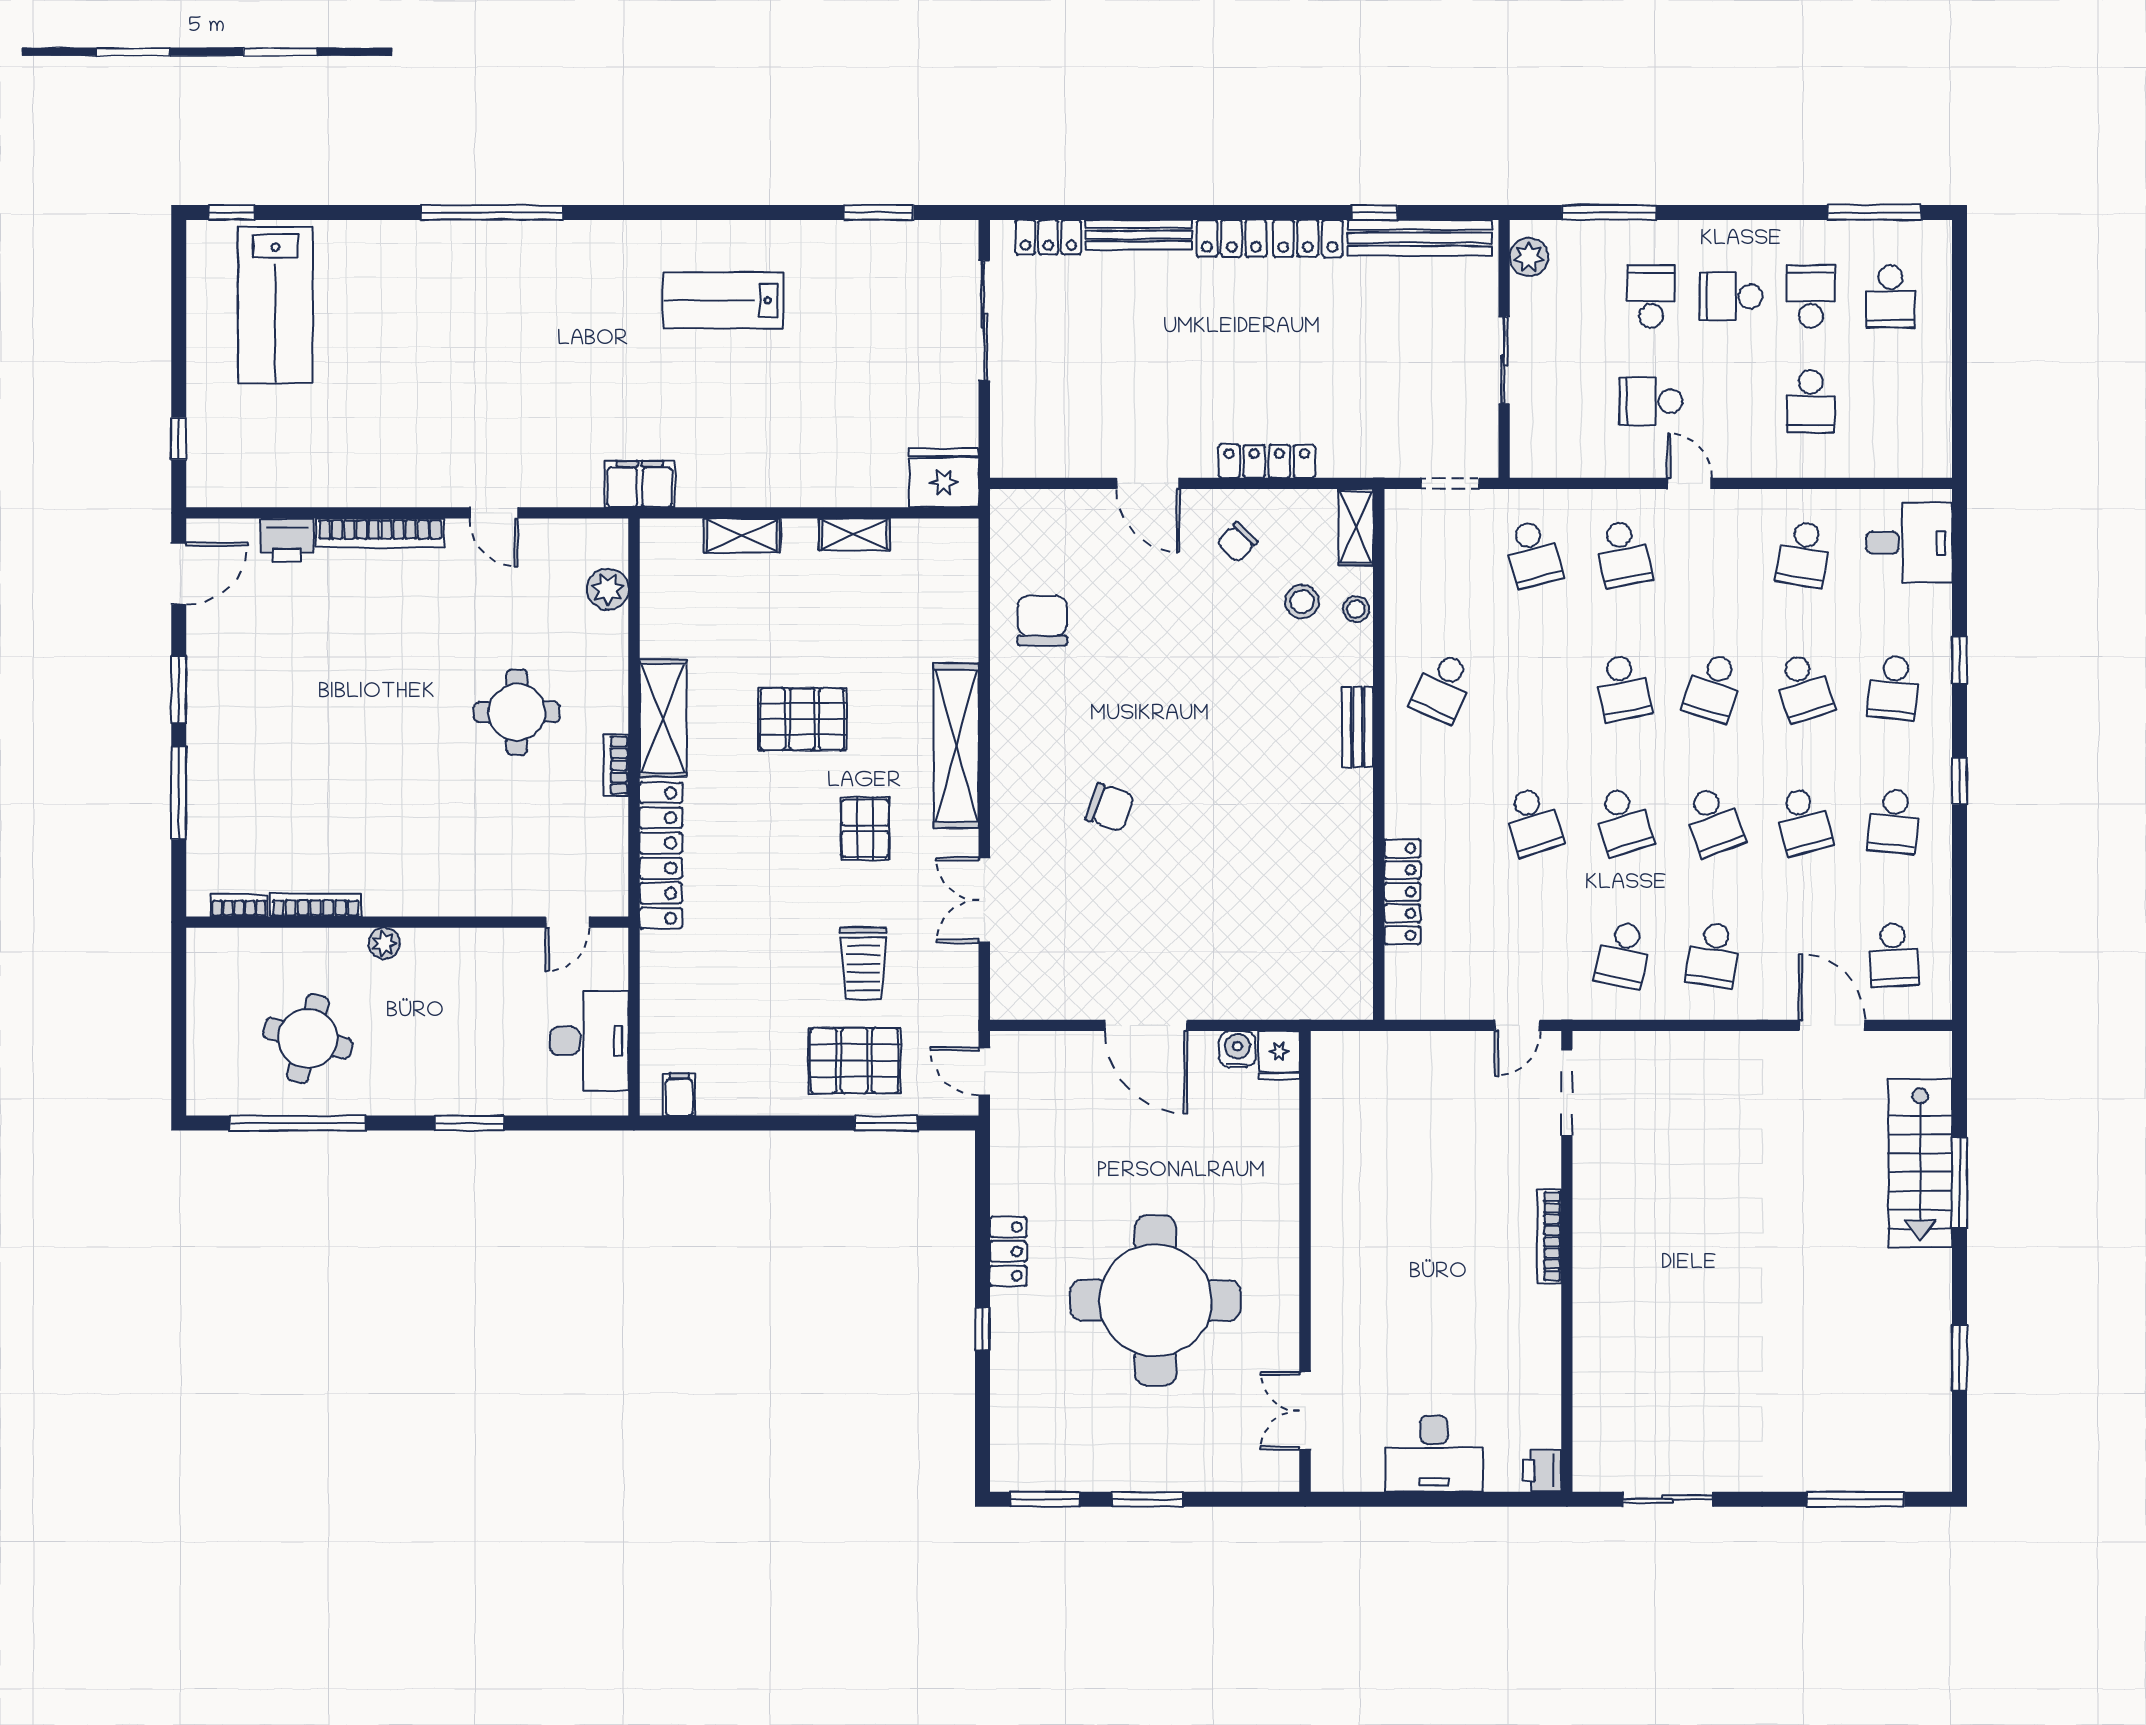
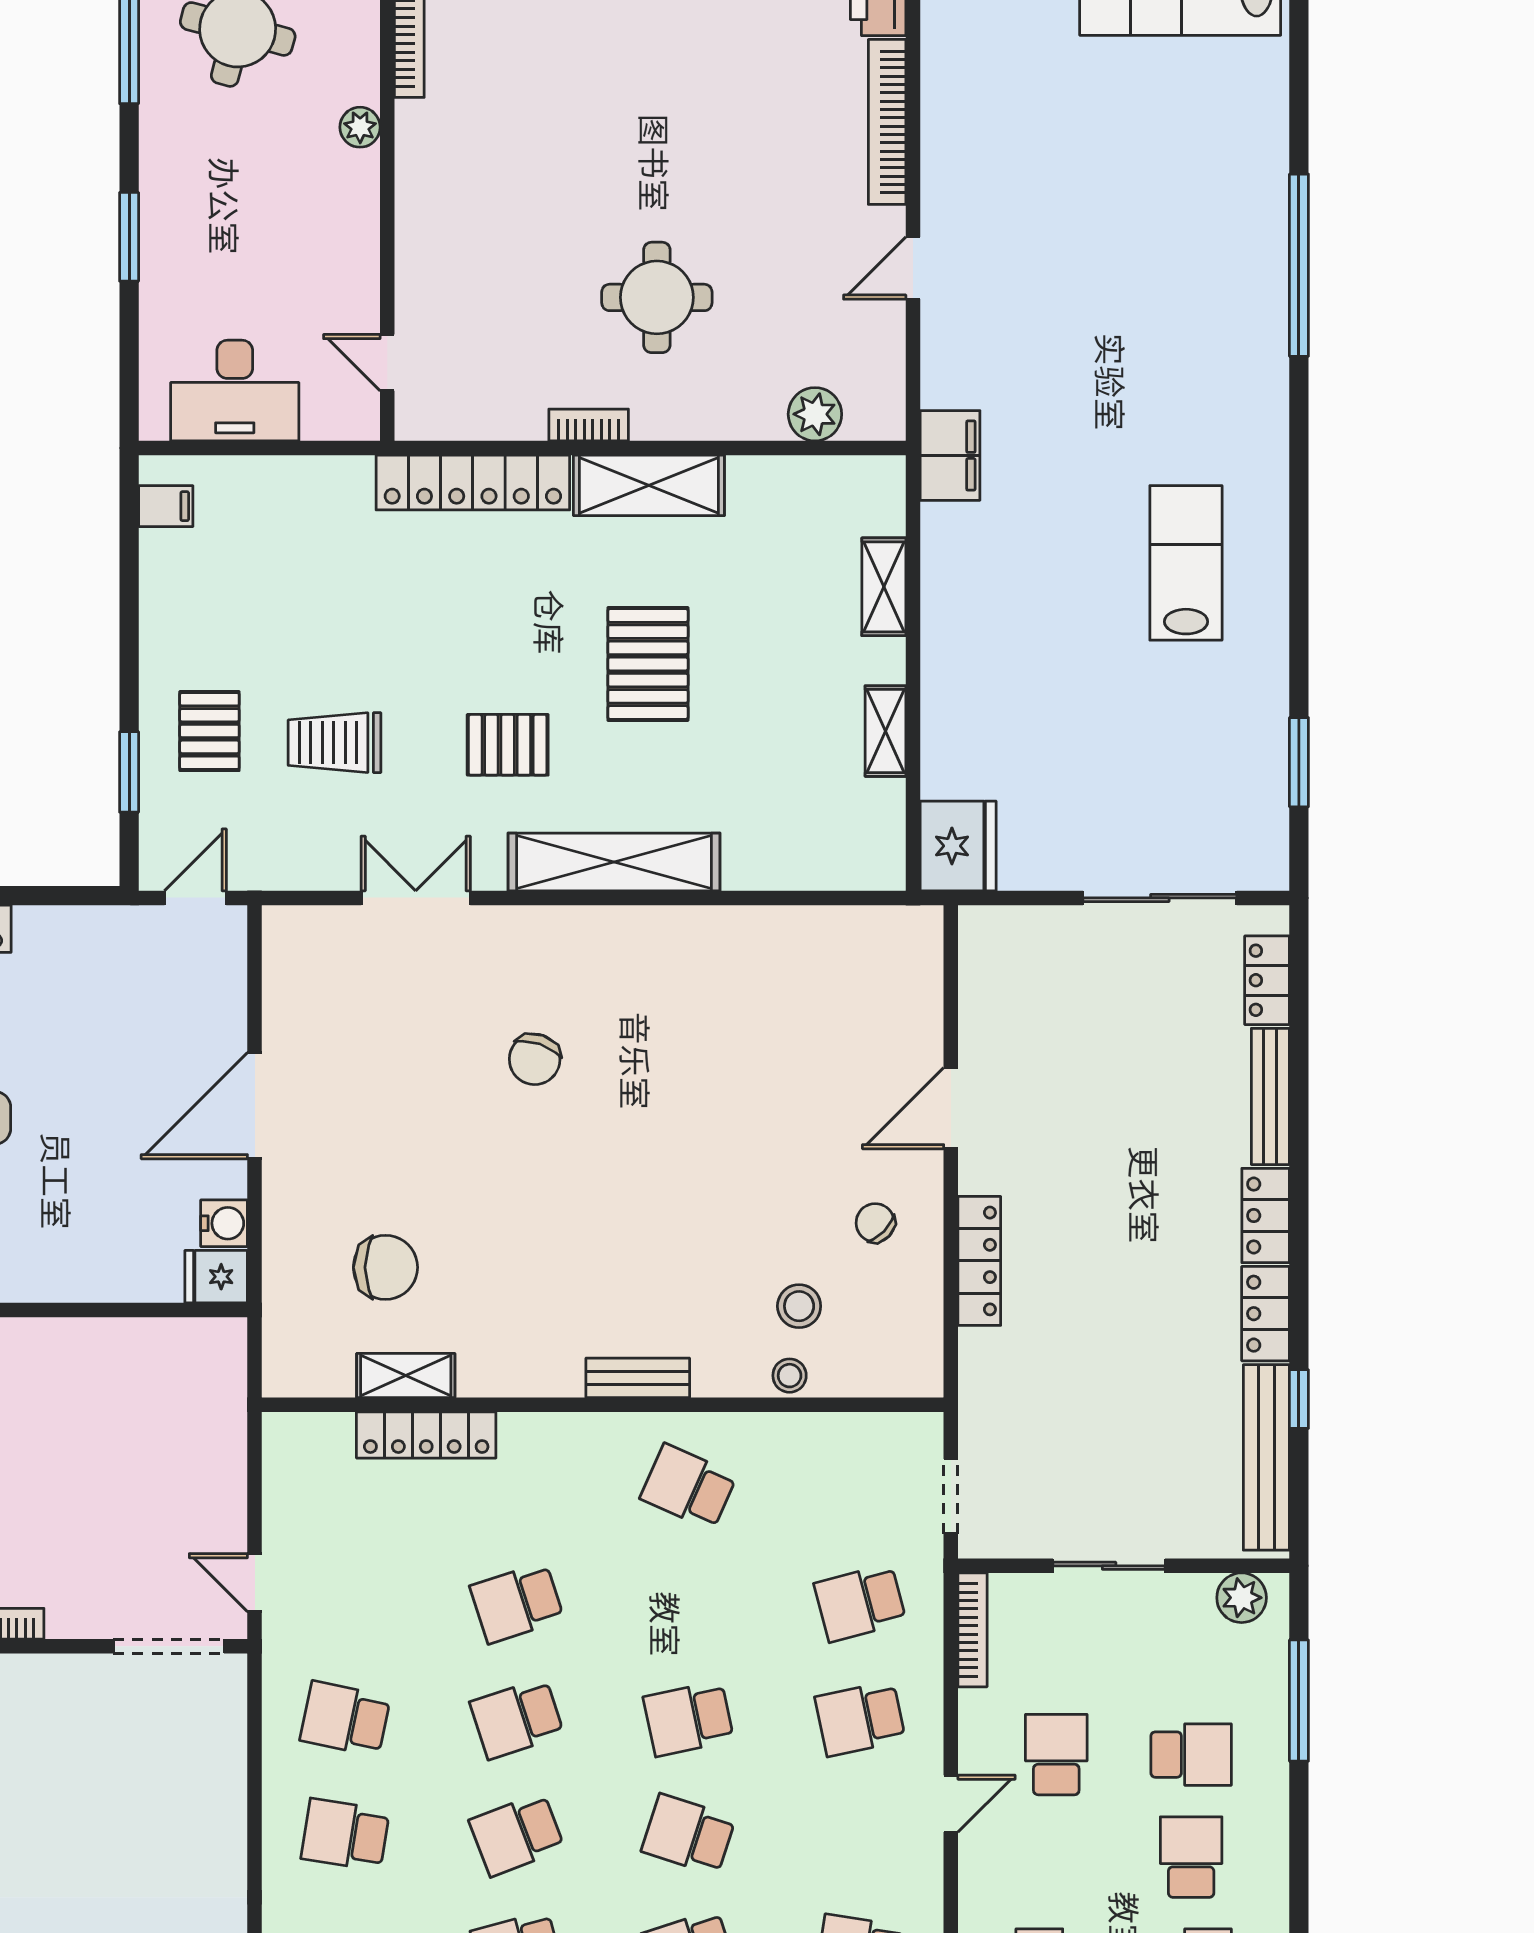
bookcase: (1554, 467) -> (972, 1630), added
shelving: (1356, 527) -> (406, 1376), moved
chair: (1042, 620) -> (385, 1267), moved
pallet: (854, 1061) -> (209, 731), width x0.67, depth x0.71

